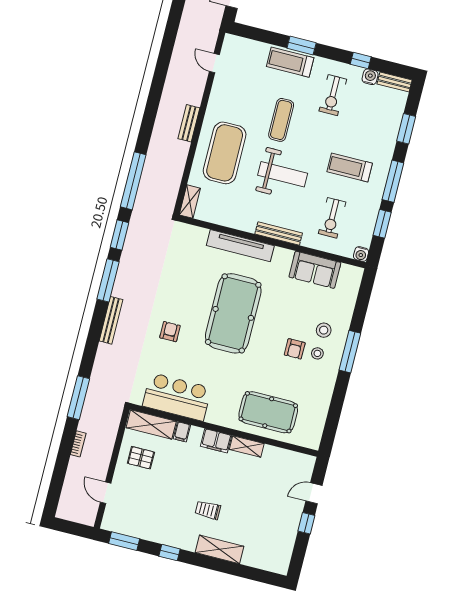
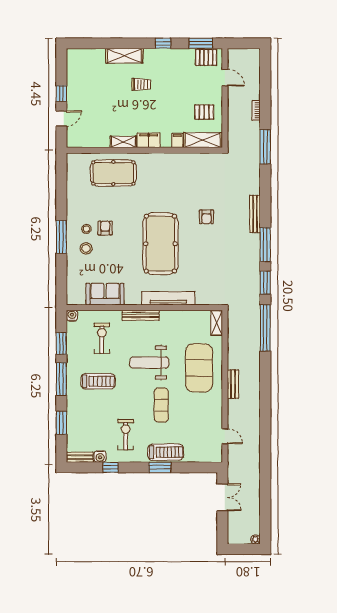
bar counter: (177, 397) -> (188, 167), removed
pallet: (122, 523) -> (206, 57), added

